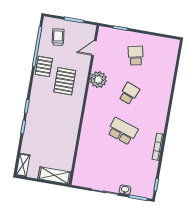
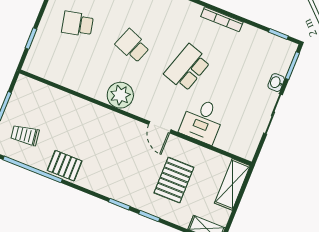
door: (94, 48) -> (160, 127), moved
plant: (98, 80) -> (120, 95), moved
pallet: (65, 81) -> (174, 180), moved, turned 90
desk: (91, 148) -> (202, 121), added

